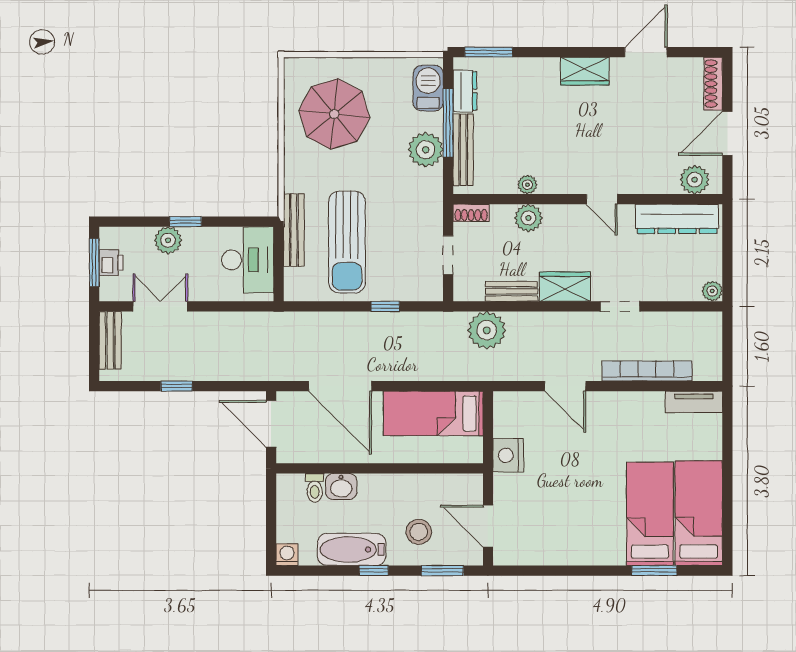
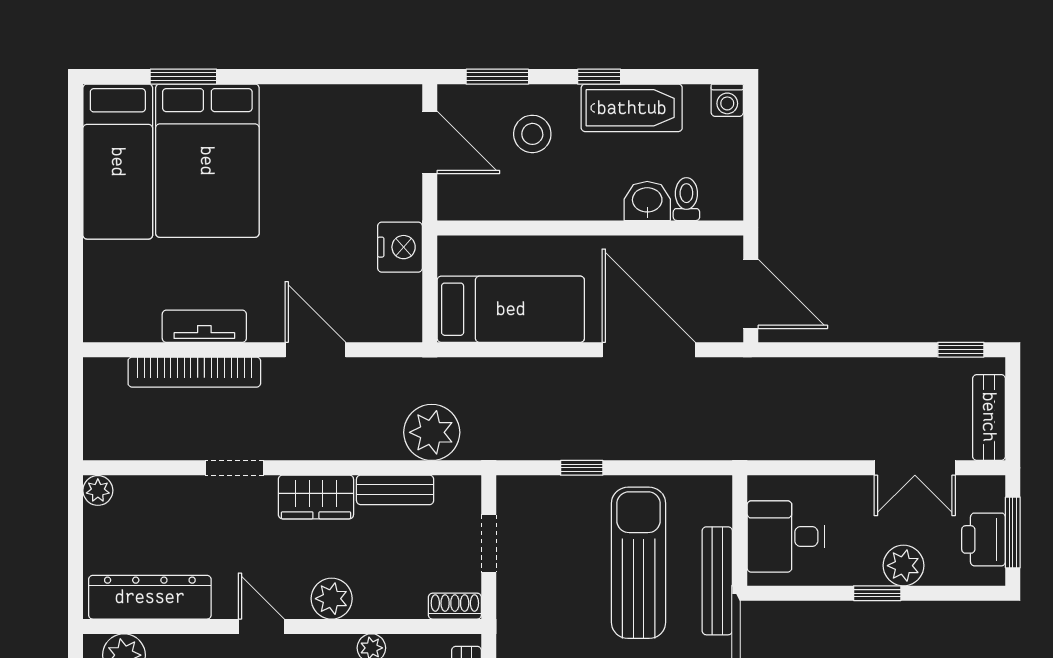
plant: (528, 218) -> (332, 599), moved
desk: (248, 260) -> (786, 537), width x0.73
printer: (111, 263) -> (984, 539), width x1.36, depth x1.24
window: (177, 386) -> (961, 350), moved
tv unit: (694, 402) -> (204, 326), moved
bed: (650, 514) -> (207, 161), width x1.50

